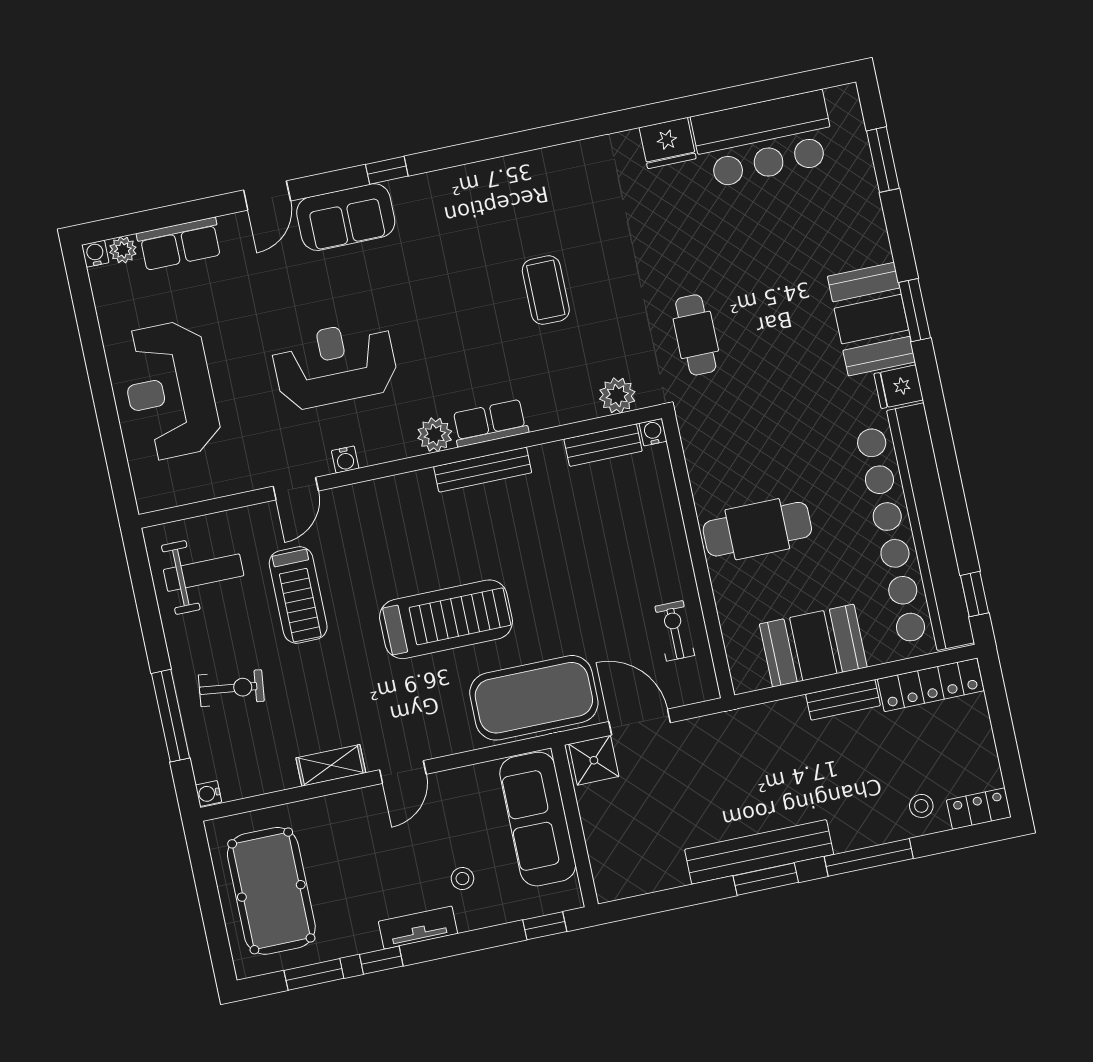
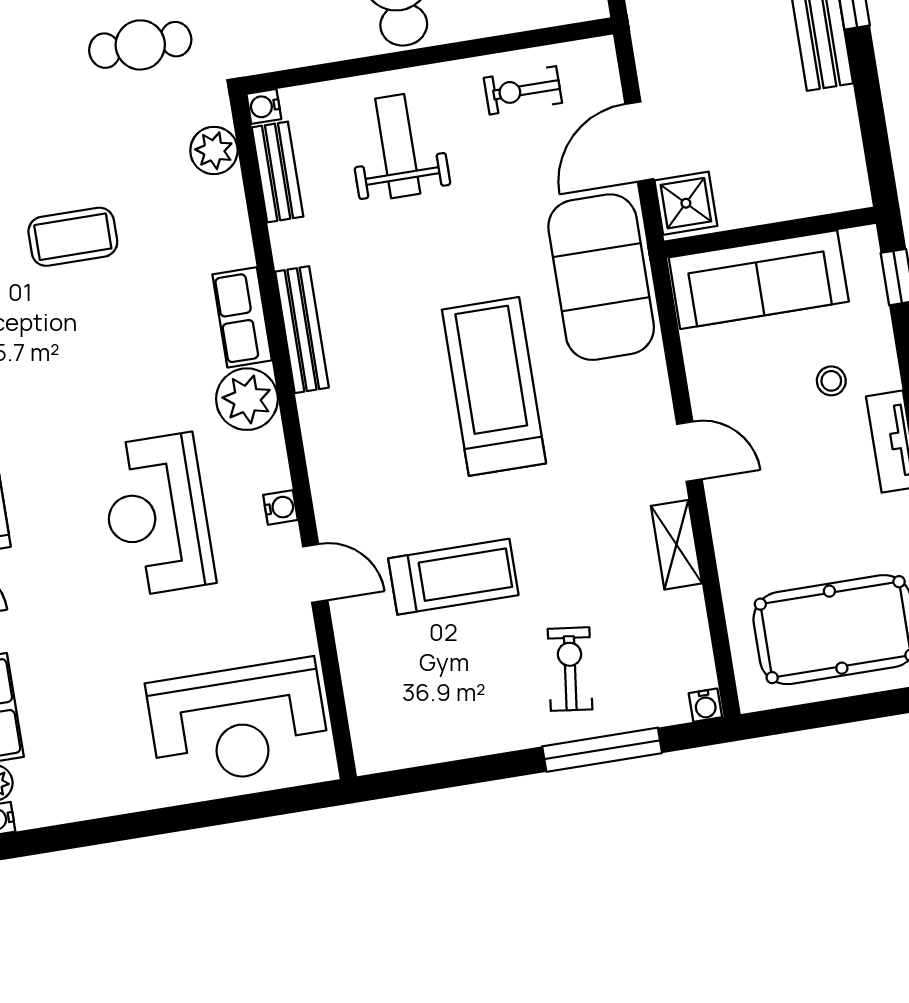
reception desk: (170, 390) -> (238, 723), moved
plant: (435, 435) -> (247, 399), width x1.36, depth x1.36
weight bench: (204, 573) -> (398, 146), moved

